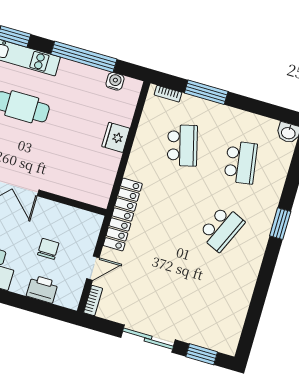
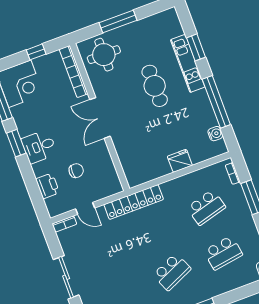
school desk: (221, 228) -> (172, 272), turned -48

